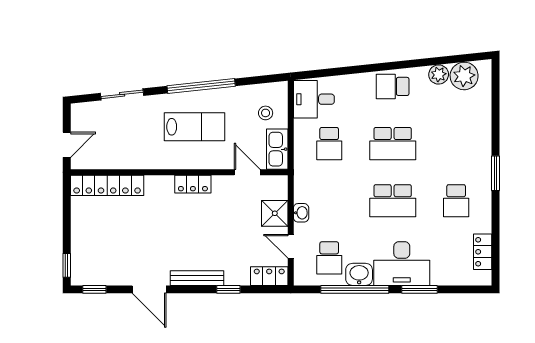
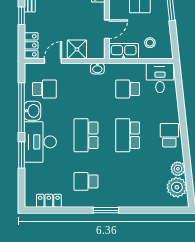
washbasin: (301, 213) -> (97, 69), moved
school desk: (329, 258) -> (44, 89), turned 180

